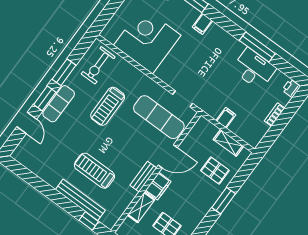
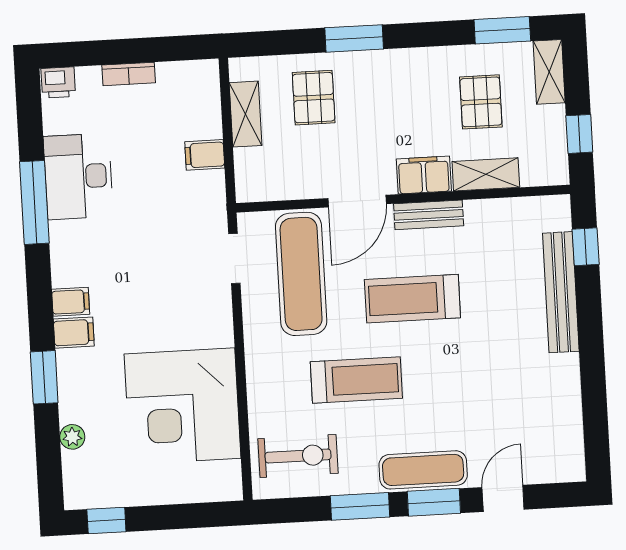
filing cabinet: (214, 31) -> (71, 302), added
door: (168, 156) -> (357, 201), swing flipped
treadmill: (94, 171) -> (412, 299), moved, turned 90

